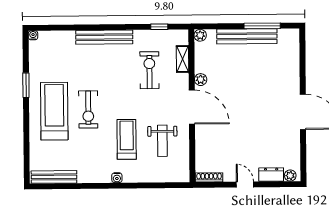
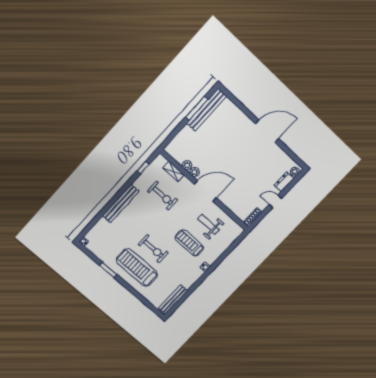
plant: (200, 35) -> (187, 165), moved
bench: (247, 36) -> (207, 110), moved
exercise bike: (149, 70) -> (163, 196), turned 180
weight bench: (162, 141) -> (208, 224), turned 180

